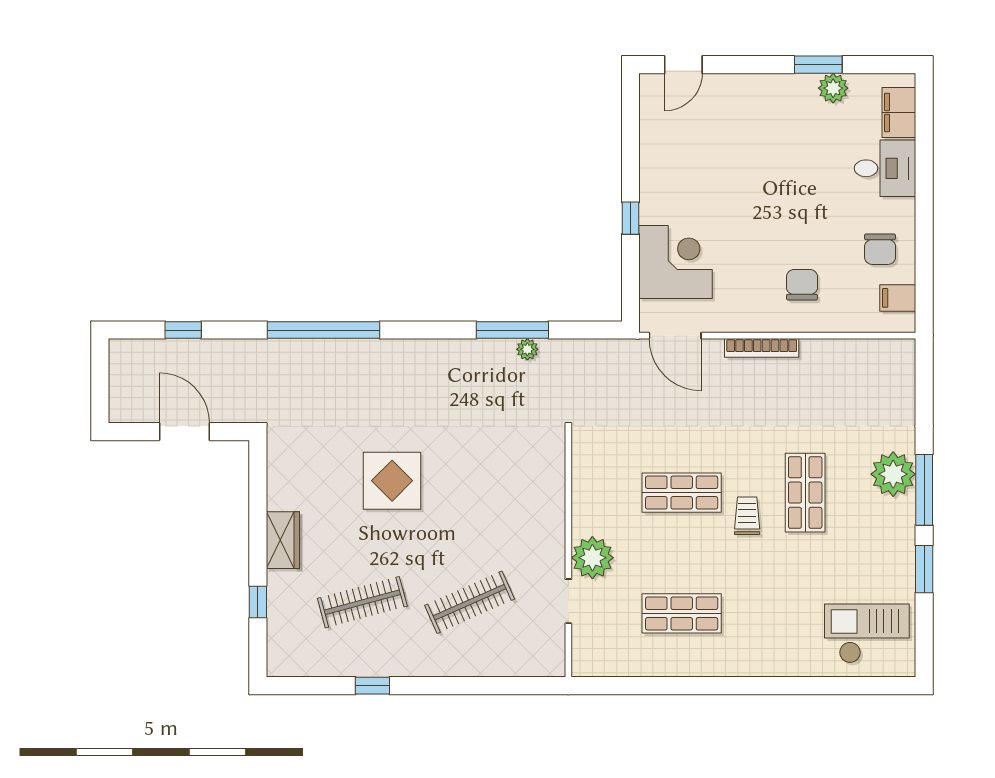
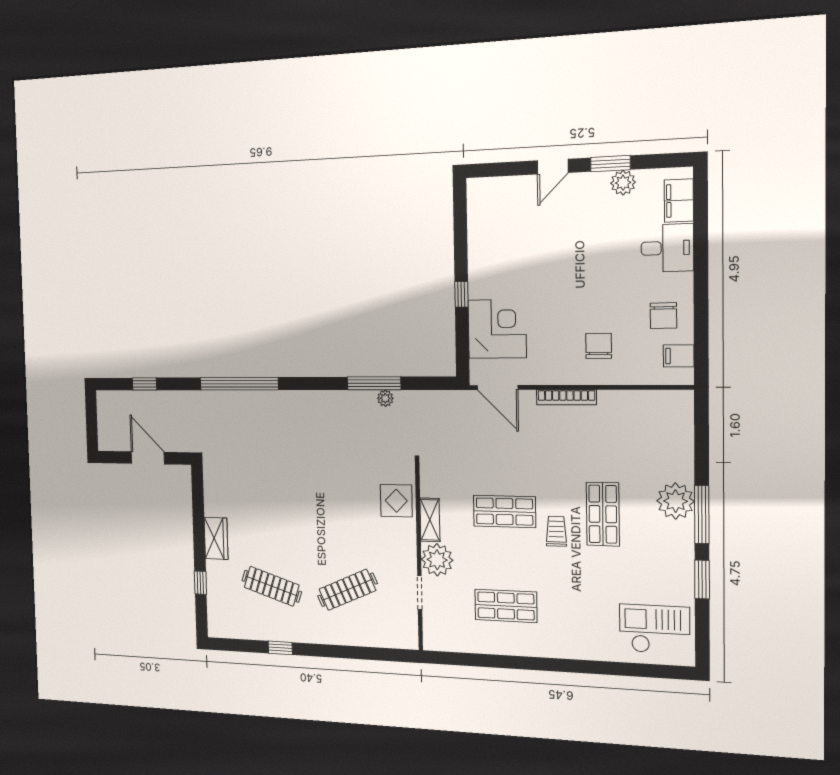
door: (683, 65) -> (553, 167), moved
display table: (392, 481) -> (396, 501), moved, width x0.73, depth x0.73
shelving: (584, 506) -> (430, 520), added
clothes rail: (362, 602) -> (272, 586), turned 33

